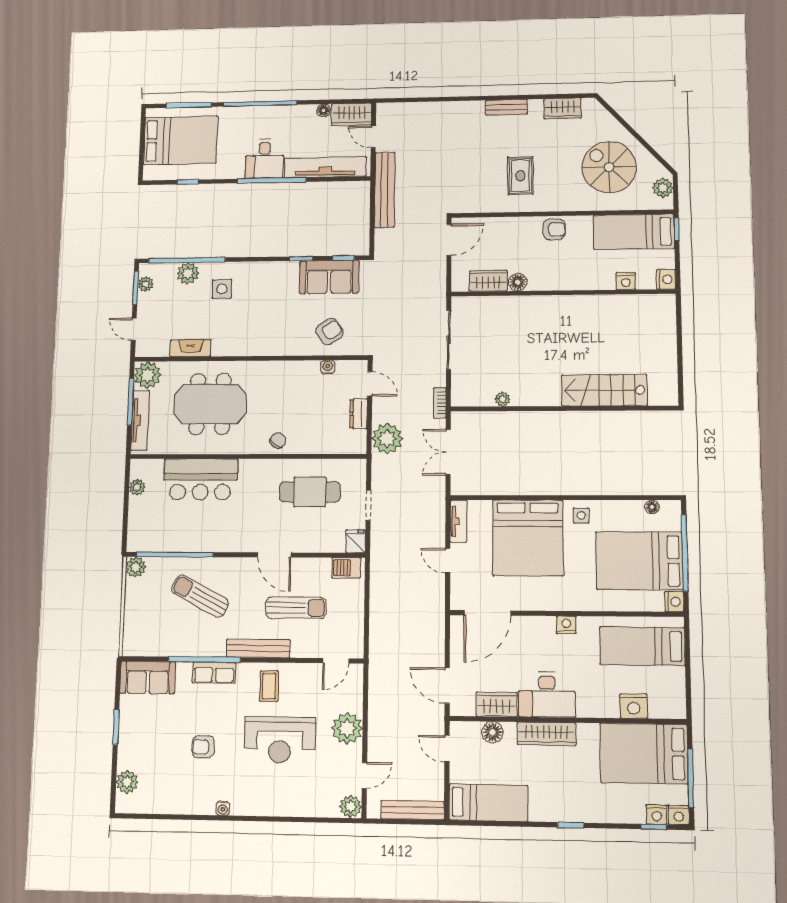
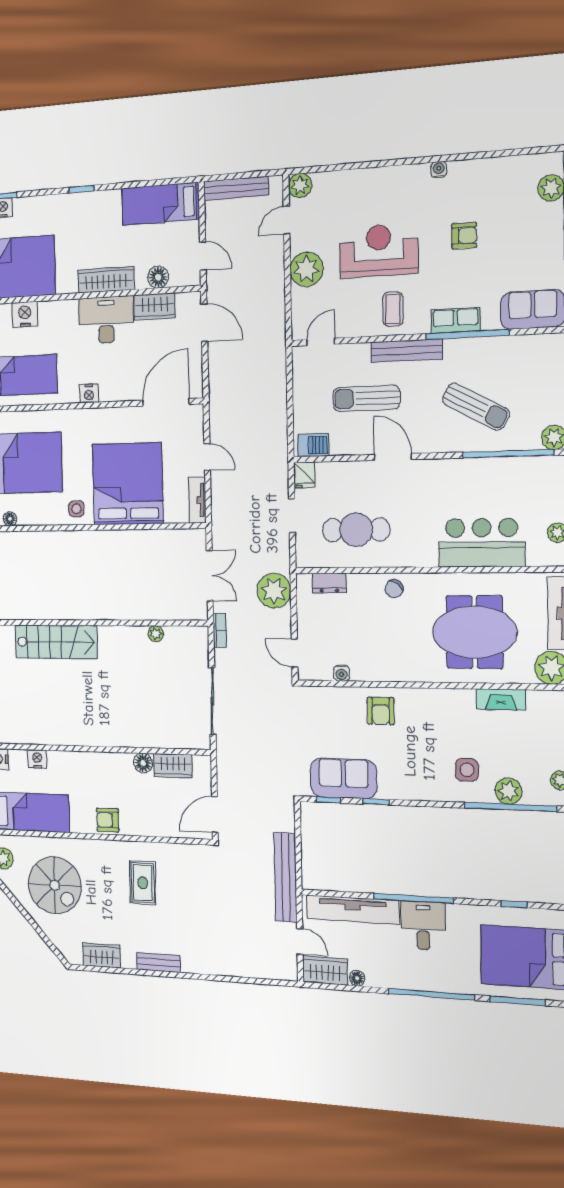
armchair: (329, 331) -> (381, 711), moved, turned -57
dresser: (359, 414) -> (329, 583), moved, turned 90

